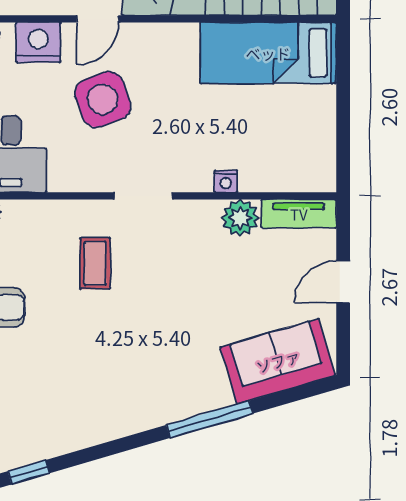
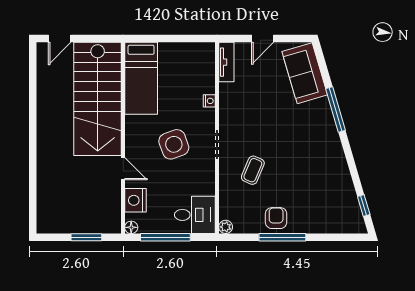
side table: (103, 99) -> (174, 144), moved
plant: (240, 218) -> (229, 93), removed
coffee table: (95, 263) -> (253, 170), turned -67
door: (343, 282) -> (263, 39), hinge flipped

